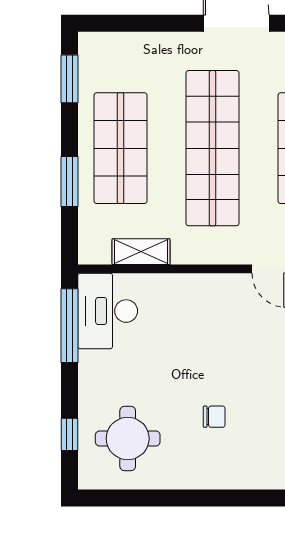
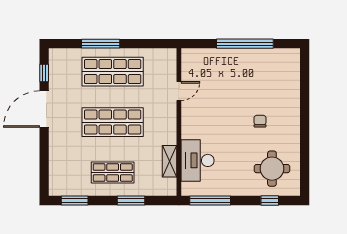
shop shelf: (121, 148) -> (113, 173), width x0.70, depth x0.74
shop shelf: (213, 148) -> (113, 122), width x0.71
desk: (108, 311) -> (198, 160), moved, turned 90

